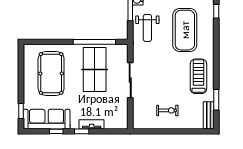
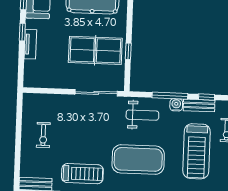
weight bench: (147, 28) -> (142, 115), turned 180
window: (94, 42) -> (128, 51), width x0.32
sliding door: (130, 80) -> (96, 93), moved

